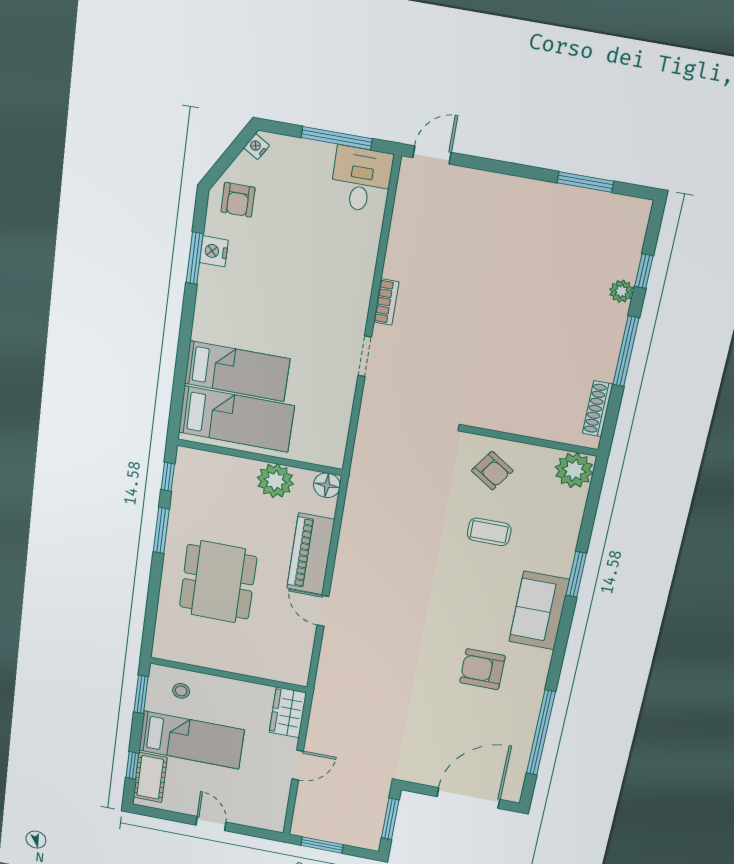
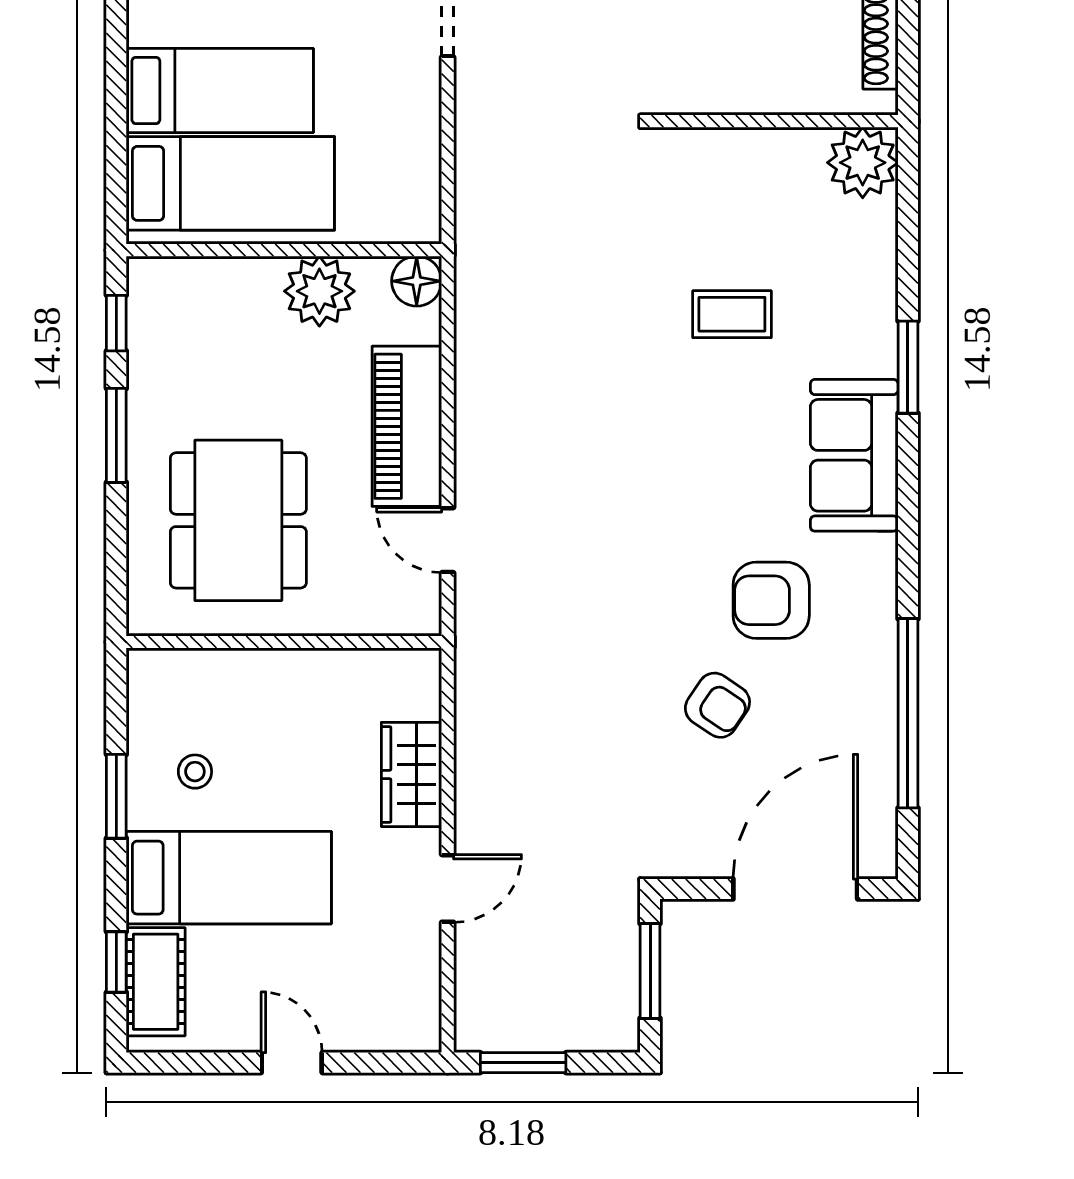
armchair: (492, 471) -> (717, 705), moved
wall: (228, 675) -> (284, 642), moved

